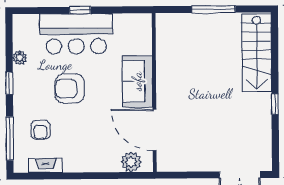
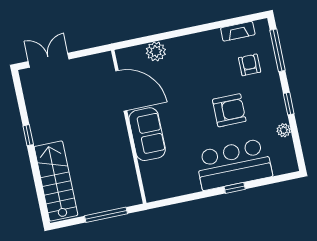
sofa: (137, 81) -> (147, 134), moved
wall: (154, 92) -> (129, 127), moved
door: (155, 130) -> (121, 91), moved

